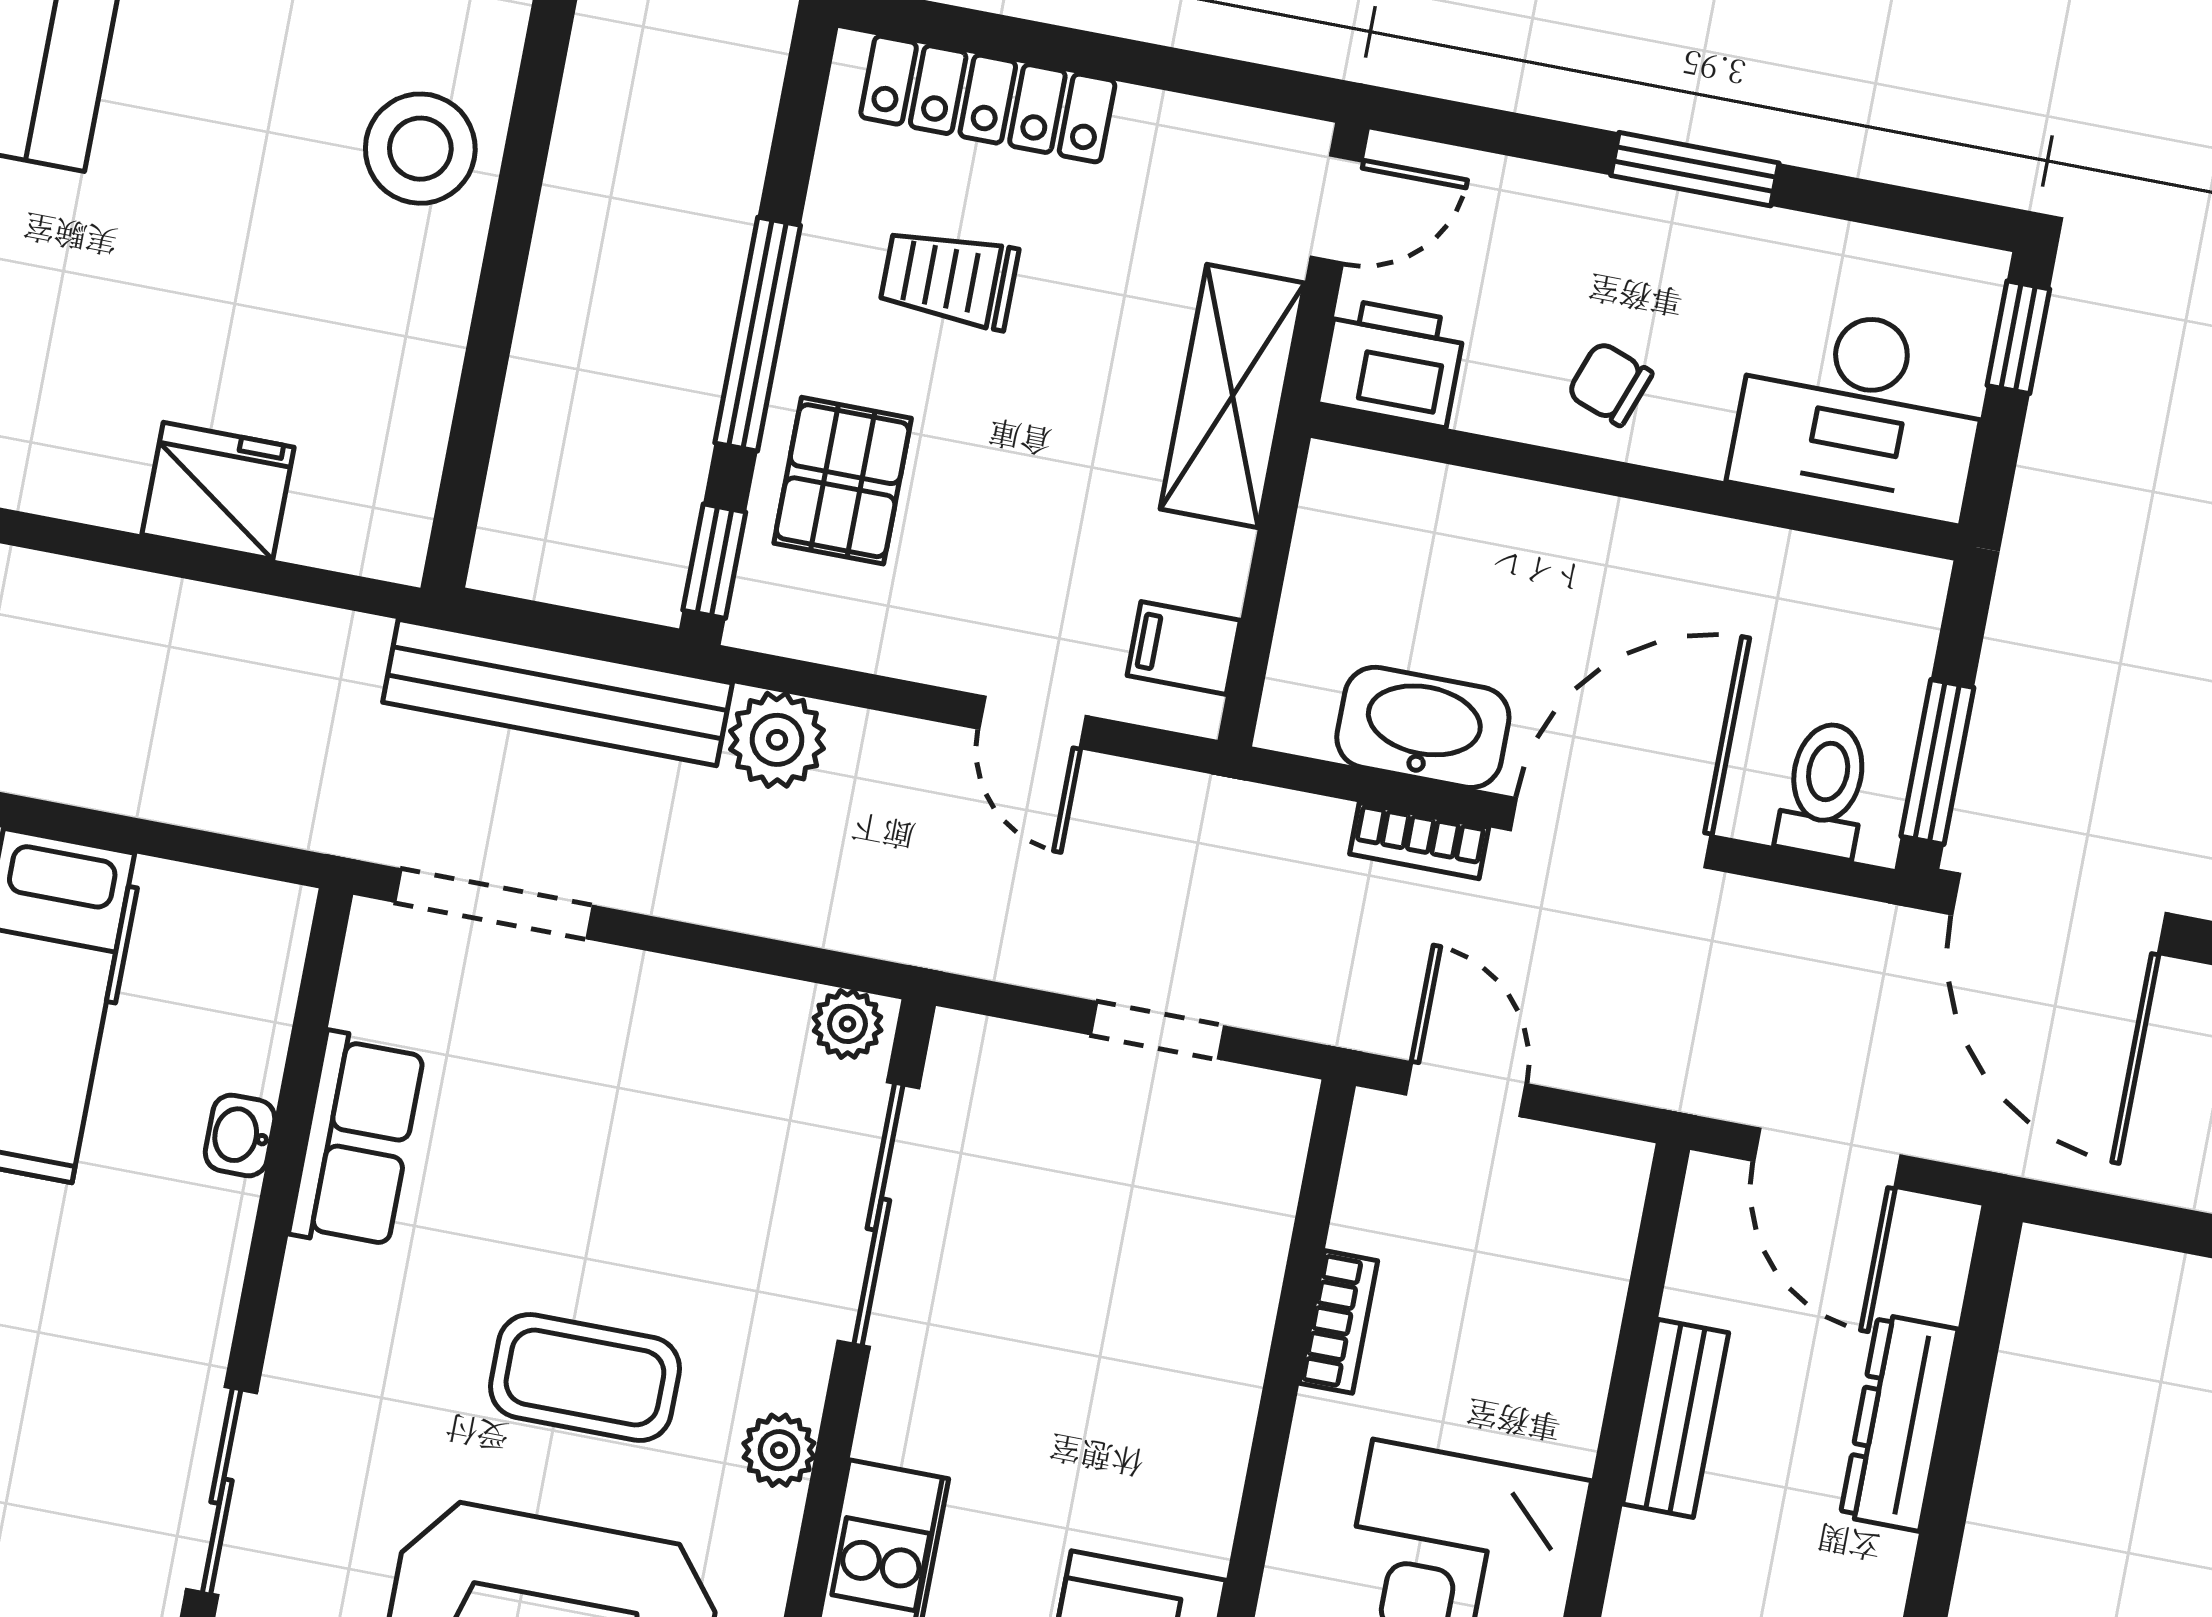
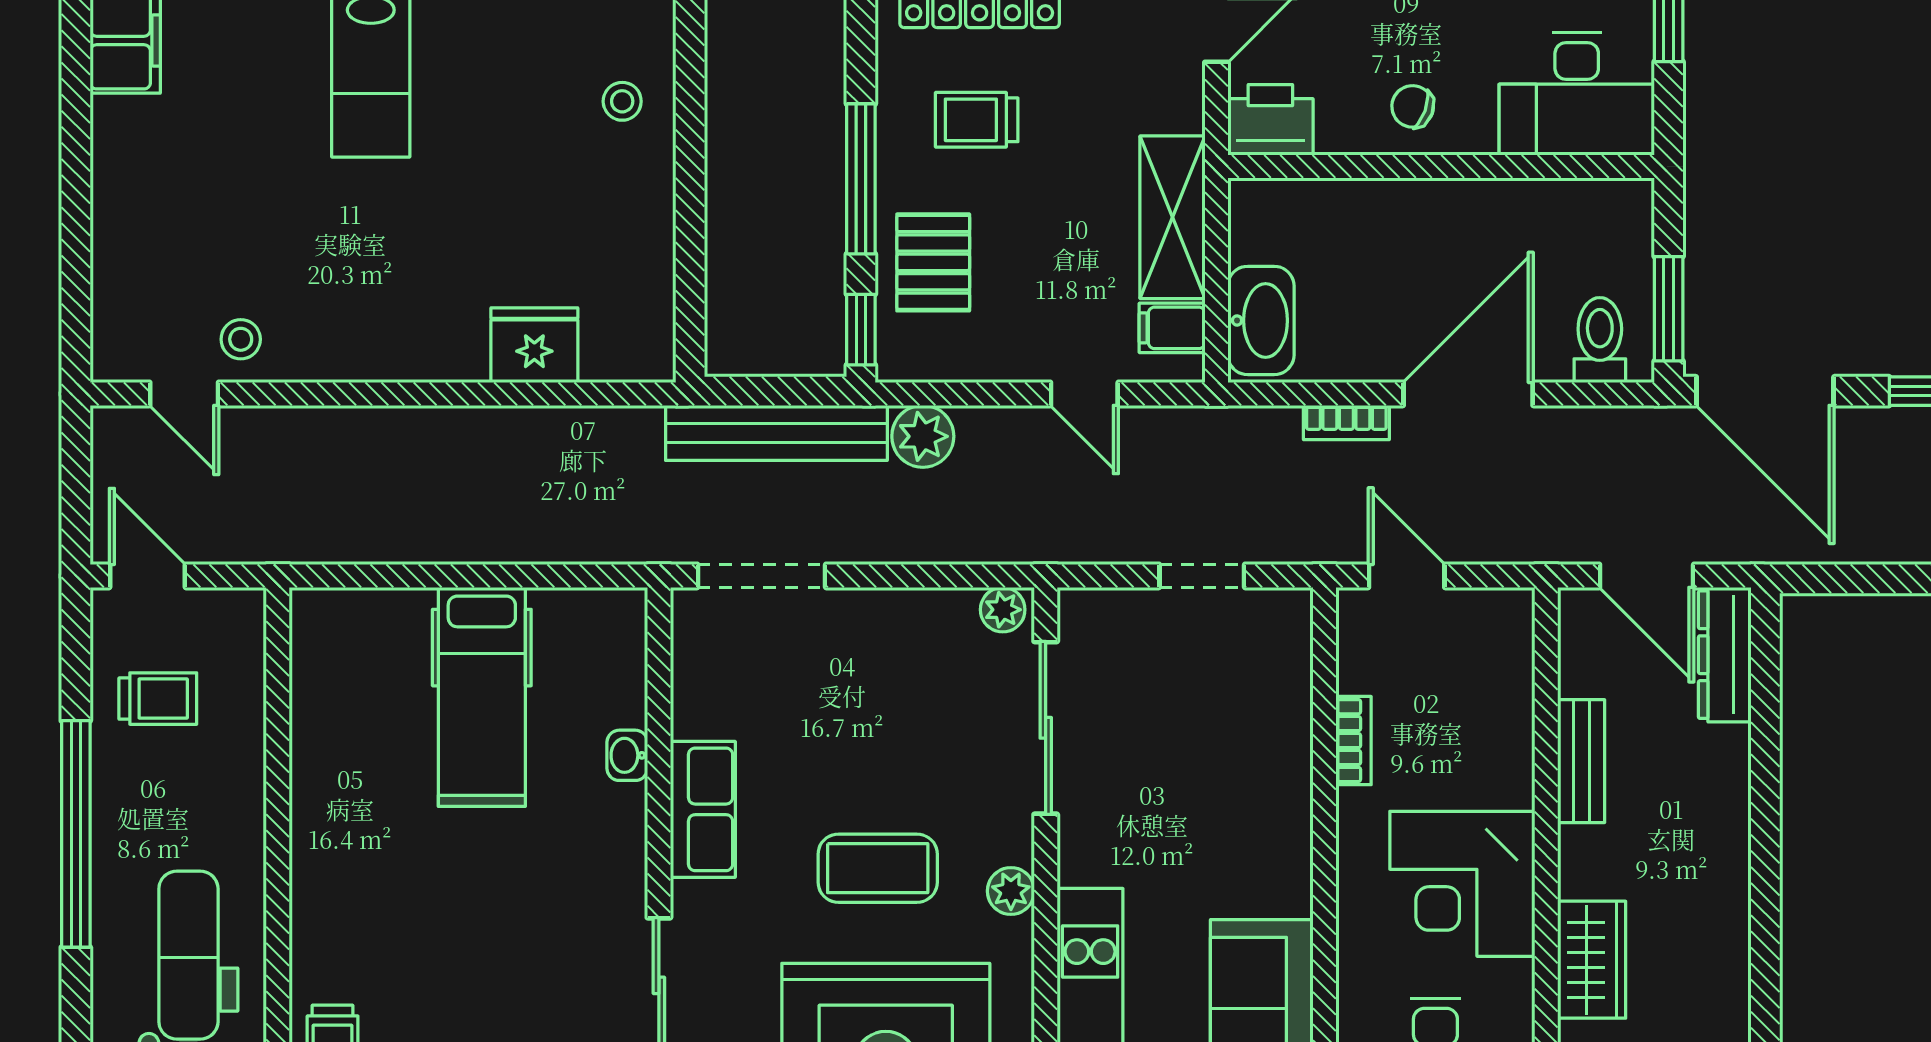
stool: (420, 149) -> (622, 101), width x0.53, depth x0.53
shelving: (1232, 396) -> (1172, 217), moved
washbasin: (1423, 727) -> (1261, 320), moved, turned 90
row of seats: (357, 1141) -> (703, 809), moved
dresser: (1899, 1423) -> (1725, 655), moved

